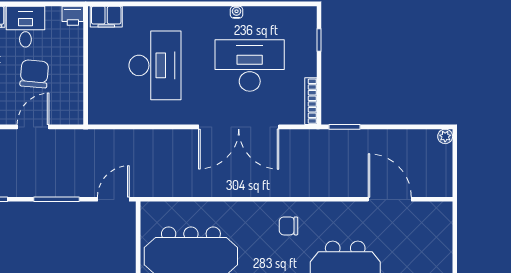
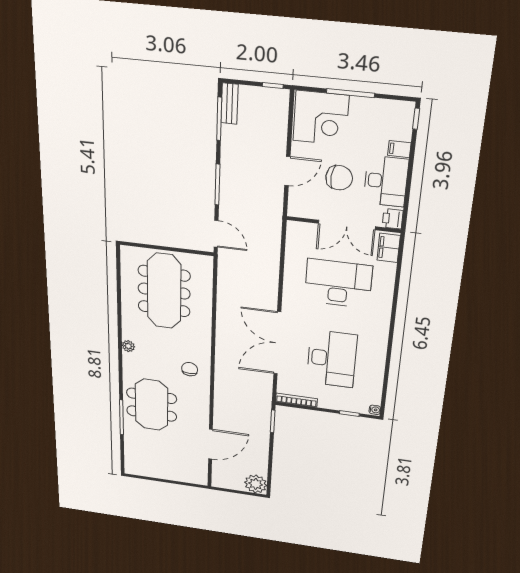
water cooler: (236, 12) -> (375, 410), moved
desk: (25, 27) -> (386, 181), width x1.37
double door: (86, 62) -> (347, 225), added
desk: (155, 65) -> (338, 283), turned 180
door: (33, 127) -> (287, 171), hinge flipped
plant: (445, 136) -> (256, 484), width x1.88, depth x1.88

